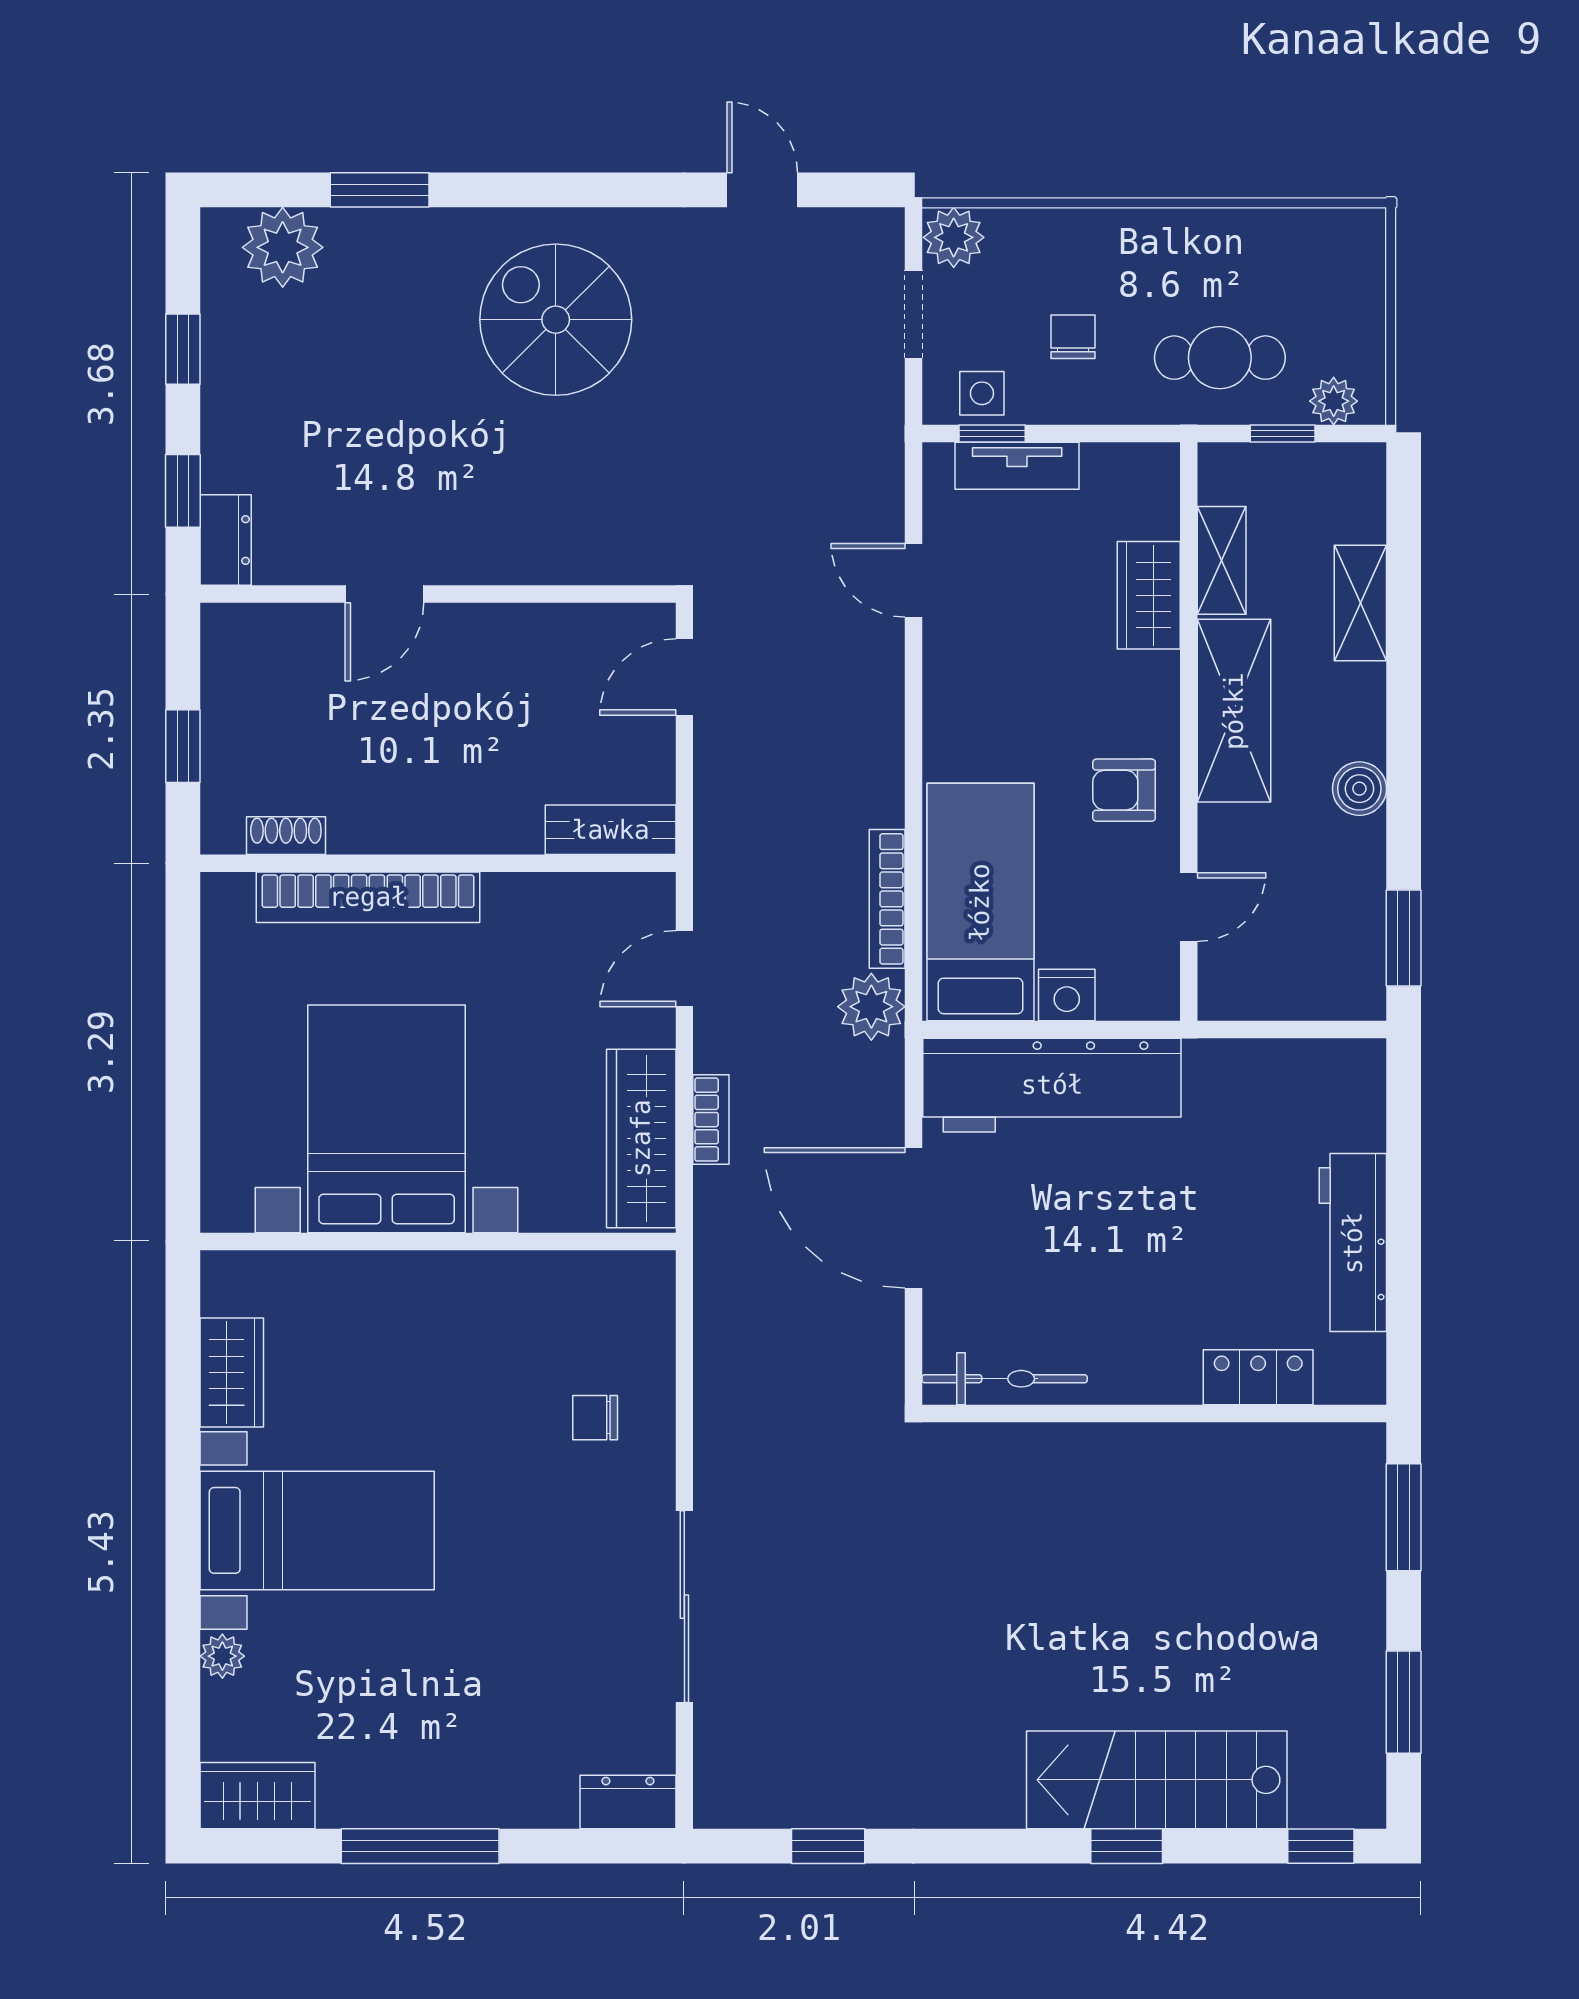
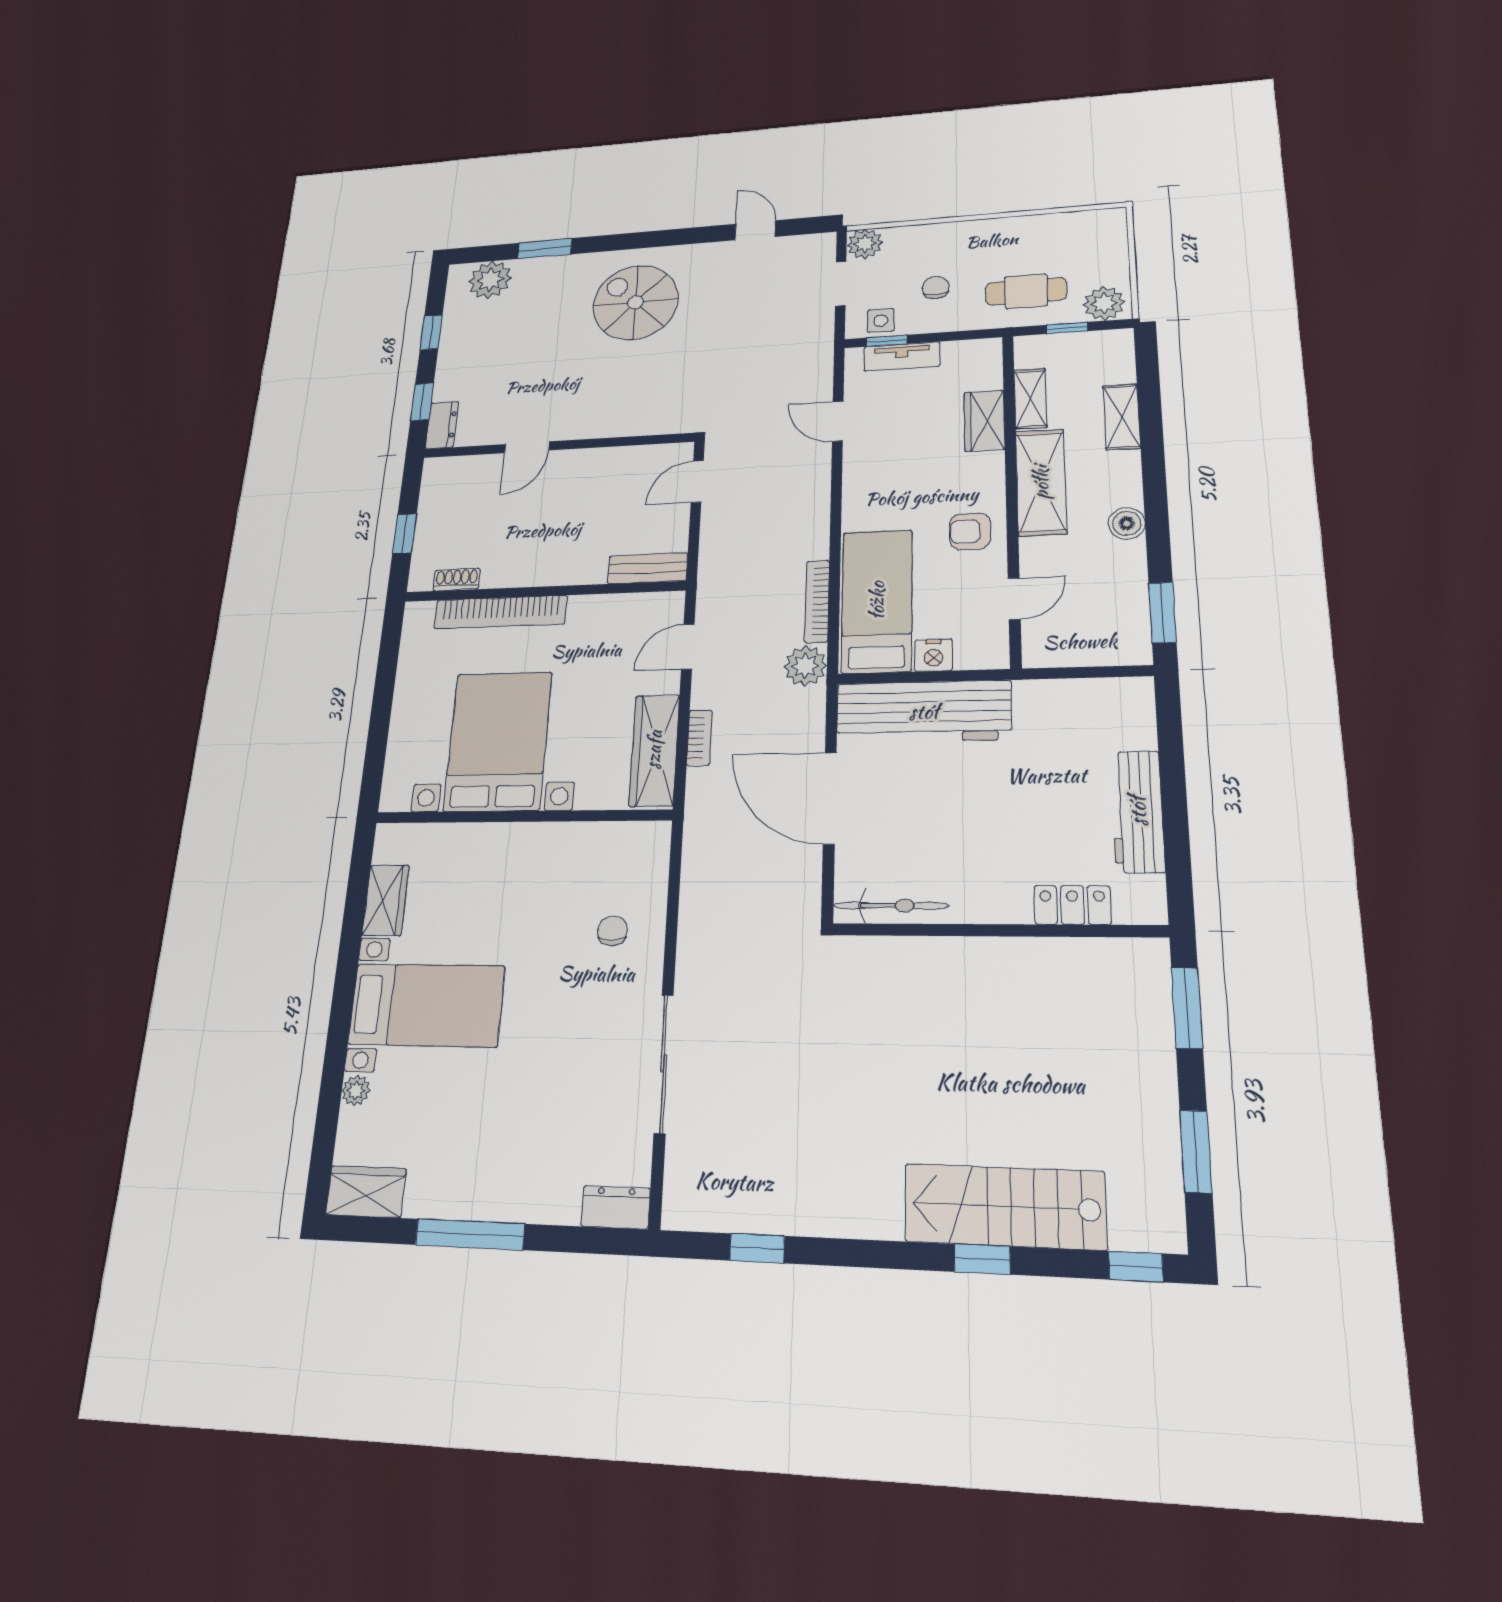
plant: (1334, 401) -> (1104, 303), width x1.38, depth x1.38
chair: (595, 1418) -> (612, 931), turned 90

